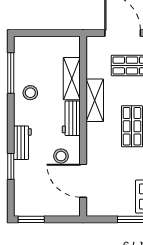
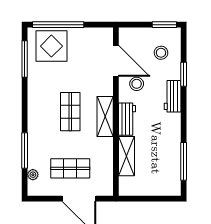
stool: (30, 93) -> (161, 53), moved
shelving: (95, 100) -> (105, 117), moved

